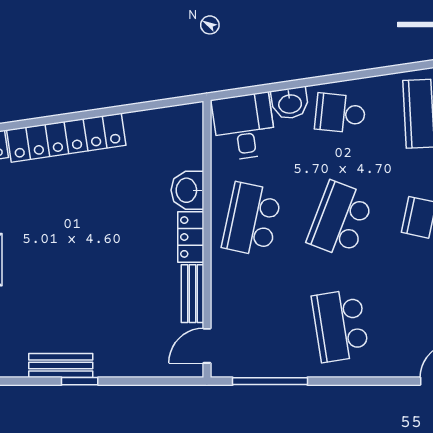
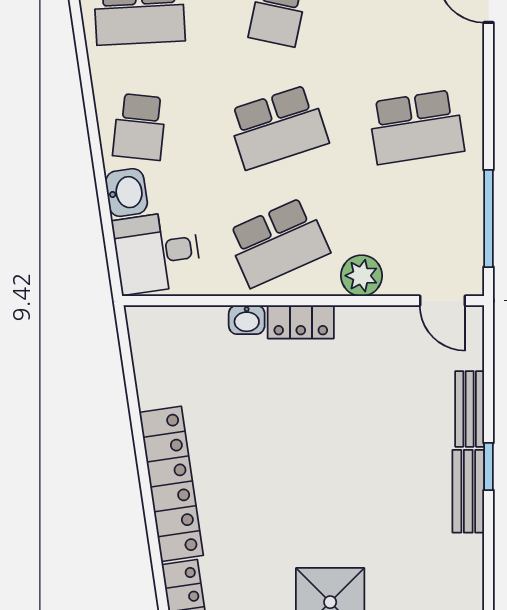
washbasin: (187, 190) -> (247, 320), width x0.72, depth x0.69
school desk: (252, 219) -> (278, 242), turned -36
school desk: (340, 219) -> (278, 127), turned -39
plant: (226, 284) -> (362, 276), added
bench: (192, 294) -> (470, 409), moved, turned 90

